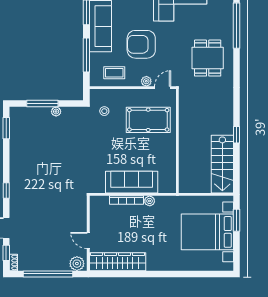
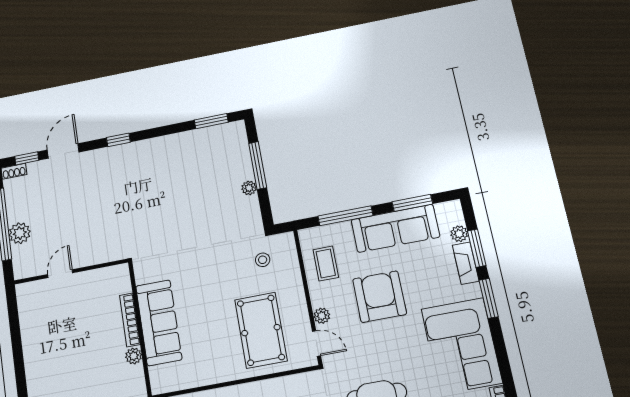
wardrobe: (118, 262) -> (33, 324), removed
plant: (77, 264) -> (20, 233), moved

